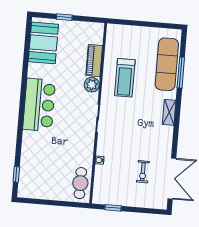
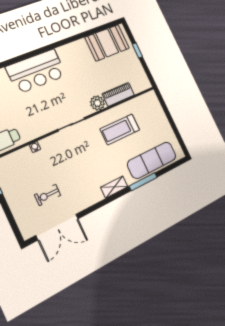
window: (181, 73) -> (143, 182), moved
bar counter: (39, 105) -> (36, 71), moved

